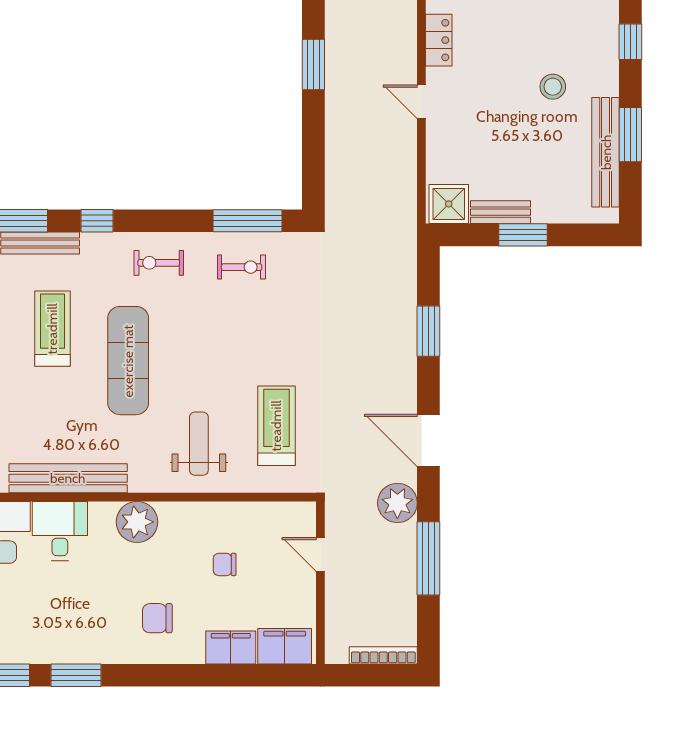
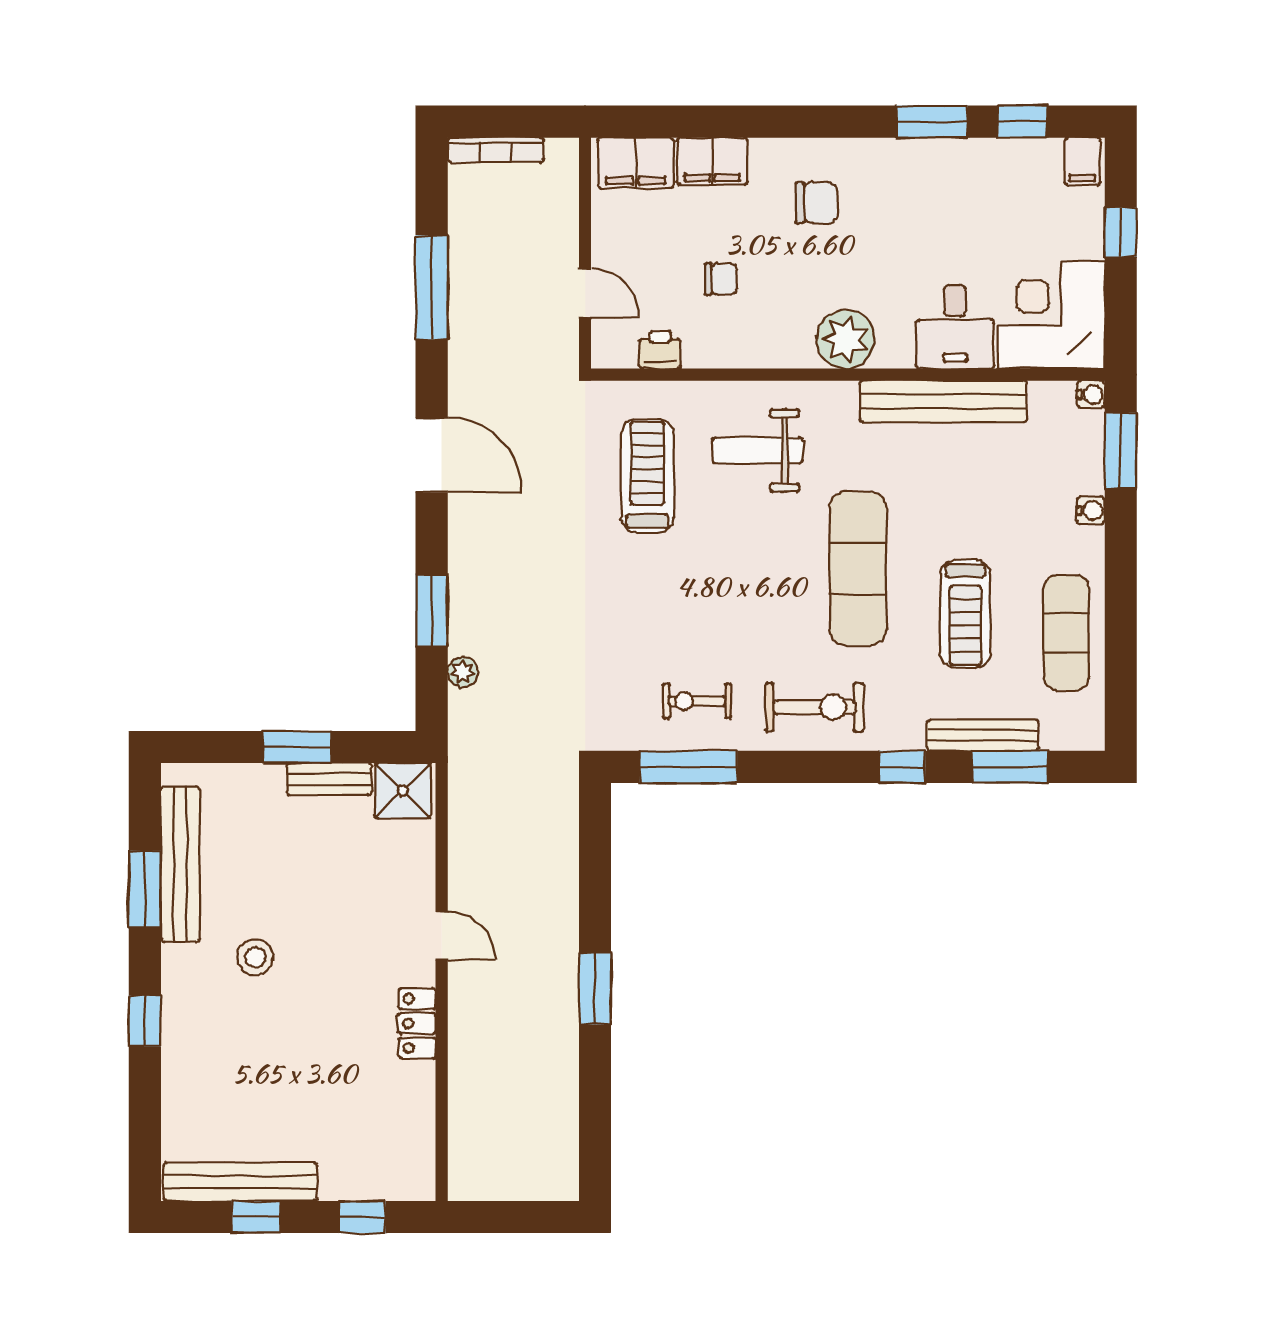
exercise bike: (159, 263) -> (815, 707), width x1.38, depth x1.39
treadmill: (276, 426) -> (647, 476), turned 180
weight bench: (199, 444) -> (758, 450), turned 90
plant: (397, 503) -> (463, 672), moved, width x0.53, depth x0.53
printer: (267, 514) -> (660, 350), added

